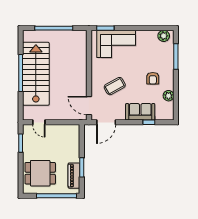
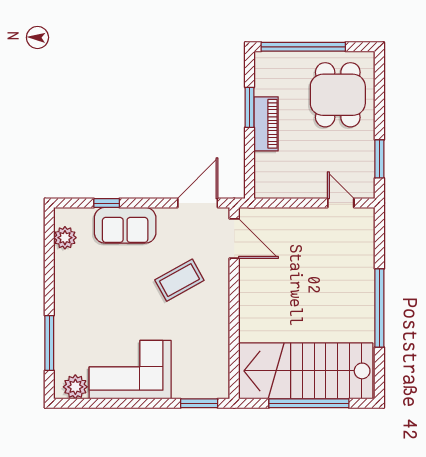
corner sofa: (116, 44) -> (130, 370), moved
stairs: (36, 74) -> (306, 371), moved, turned 90
armchair: (153, 78) -> (98, 297), removed
plant: (169, 96) -> (65, 238), moved
dining table: (40, 173) -> (338, 95), turned 90
piano: (74, 176) -> (266, 124), moved

